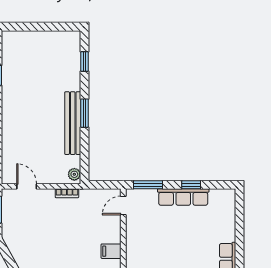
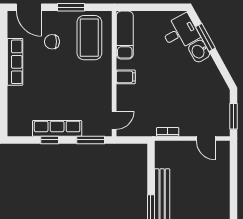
plant: (74, 174) -> (161, 150), removed

